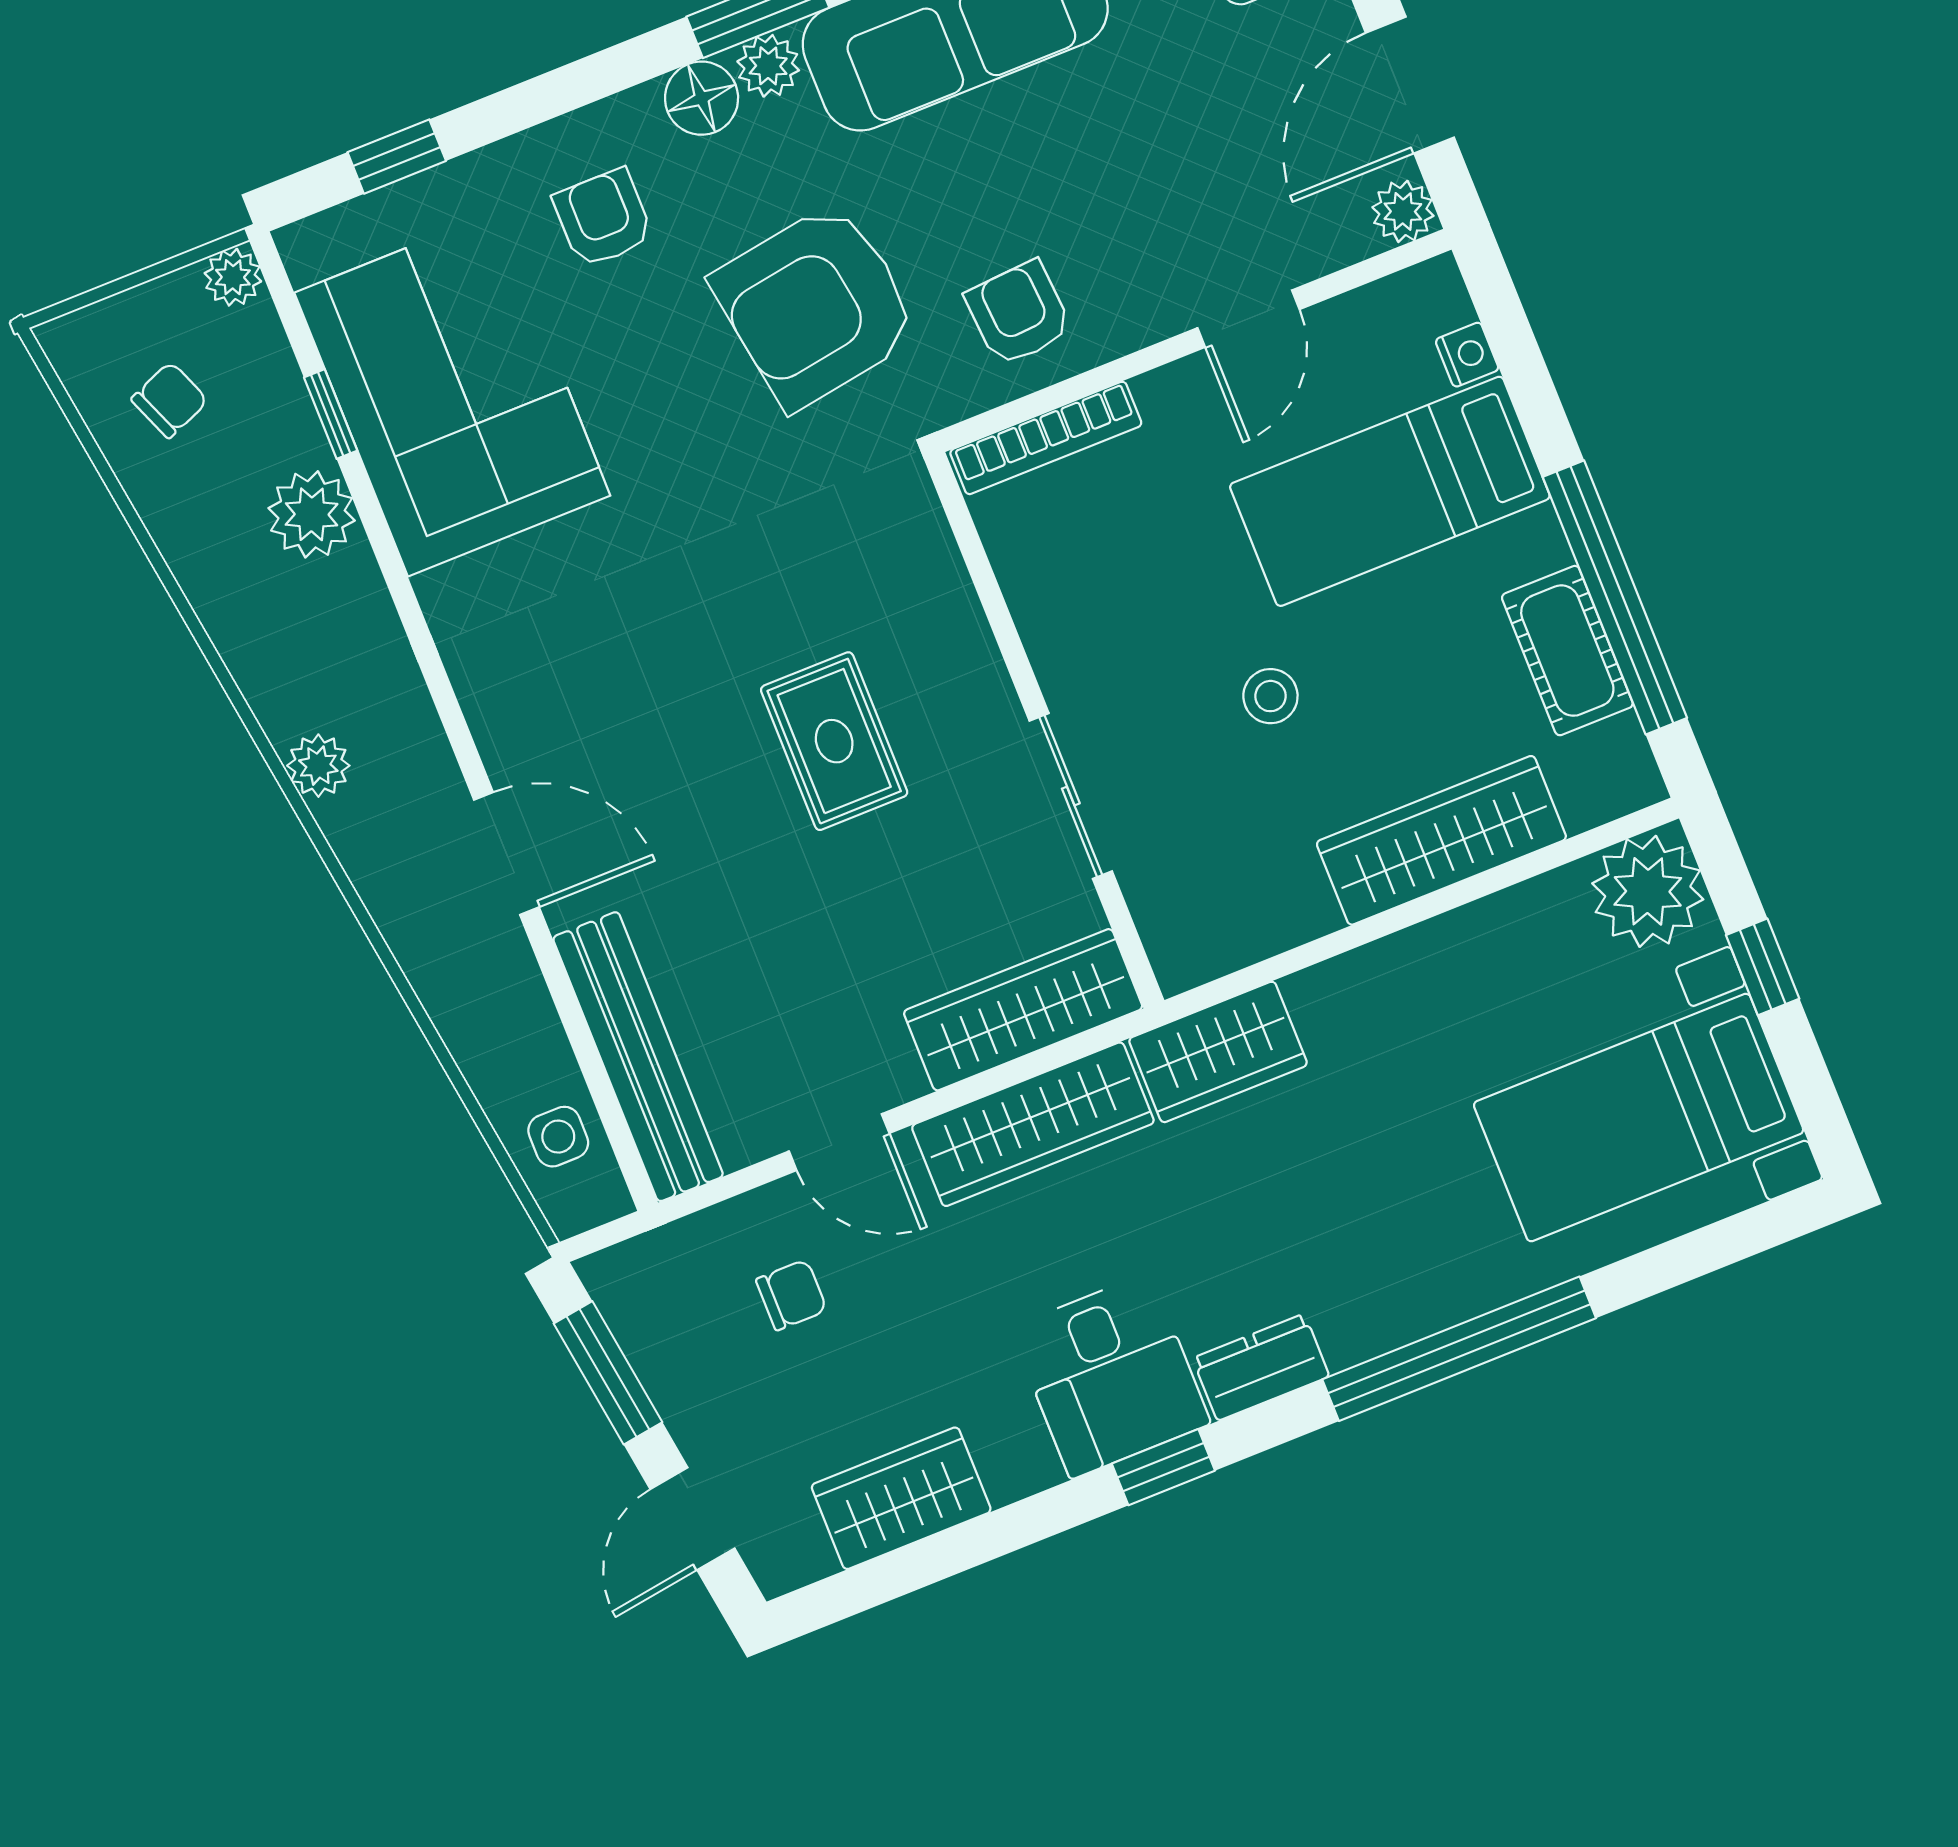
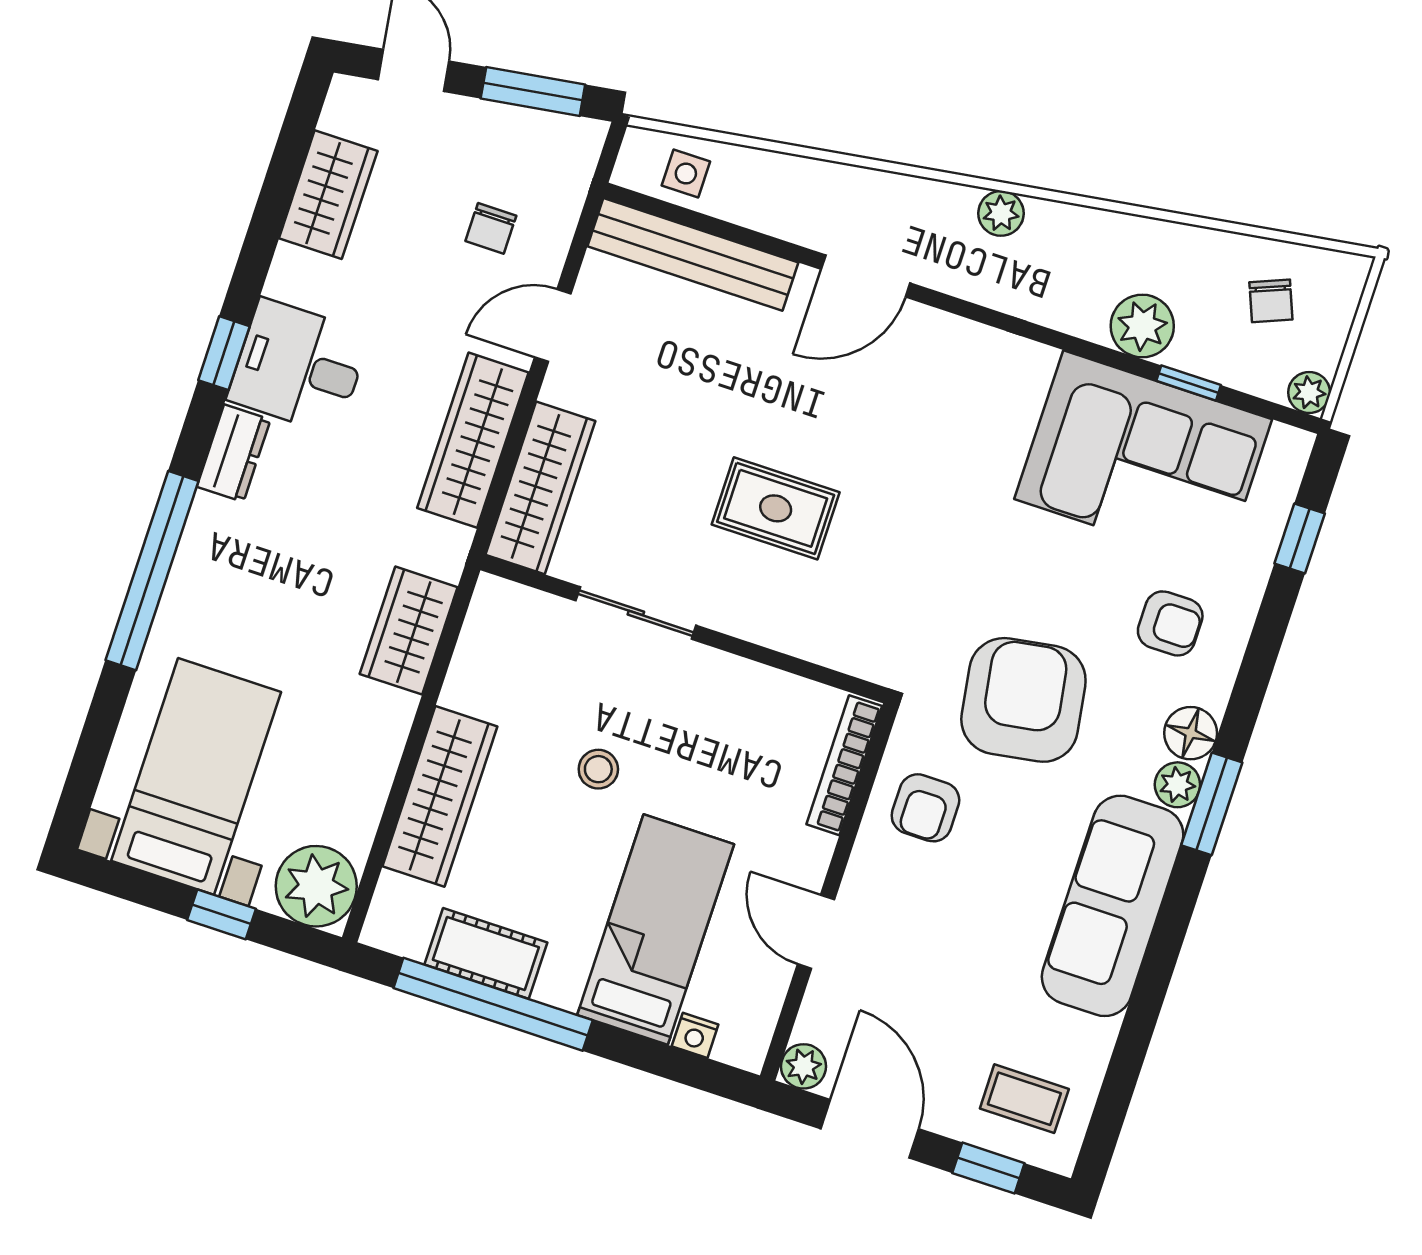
armchair: (1019, 313) -> (925, 808), turned 94
wardrobe: (1218, 1052) -> (409, 631), moved

